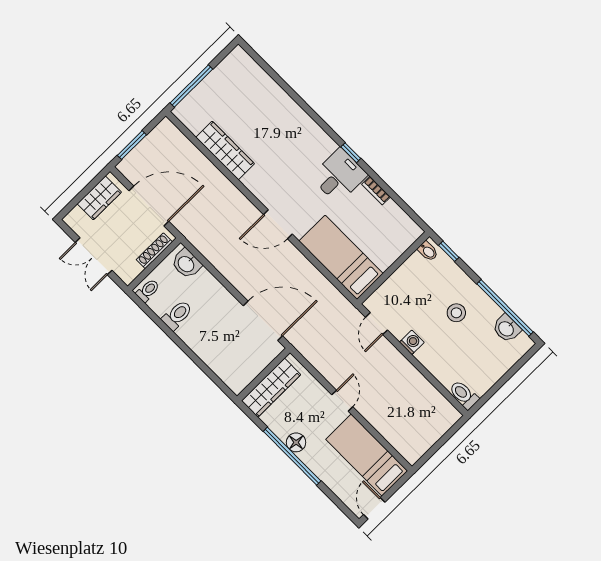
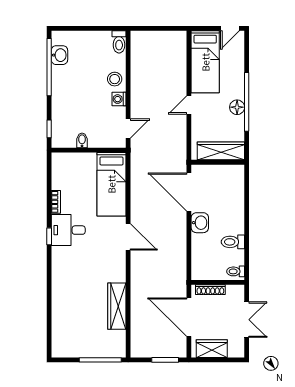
bidet: (428, 251) -> (82, 140), moved
washbasin: (186, 264) -> (200, 223), moved
stool: (456, 313) -> (115, 79), moved

